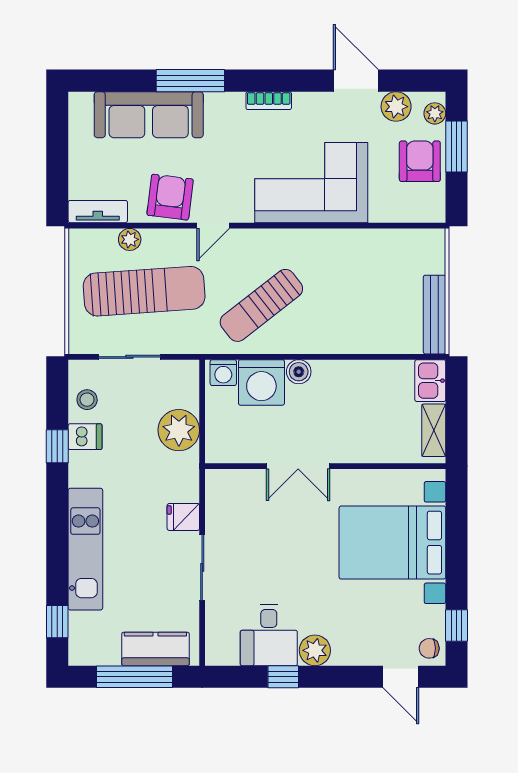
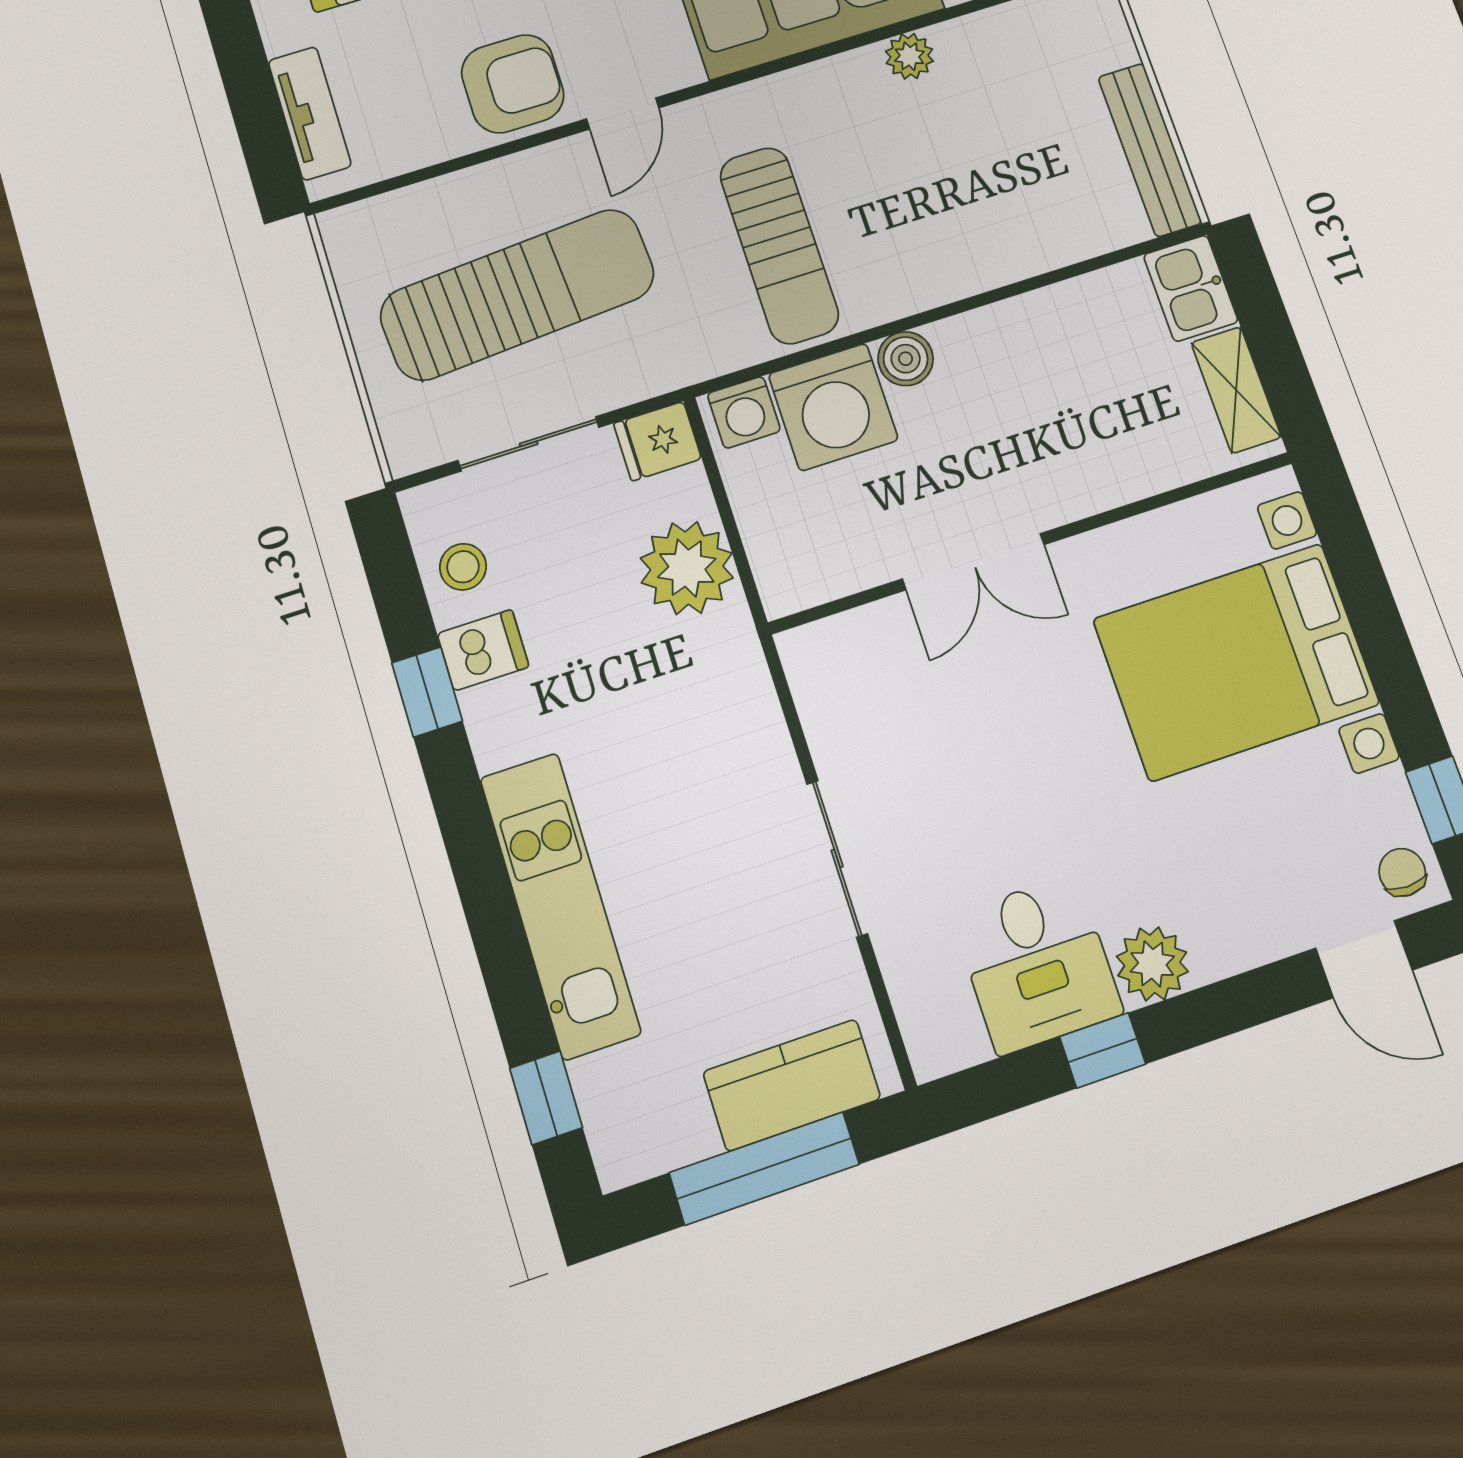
armchair: (170, 197) -> (513, 84), turned 83
tv unit: (98, 212) -> (310, 113), moved, turned 90
plant: (130, 239) -> (909, 56), moved
sun lounger: (261, 305) -> (779, 245), turned -52
fridge: (183, 517) -> (657, 441), moved
chair: (429, 648) -> (1402, 872), turned 90

